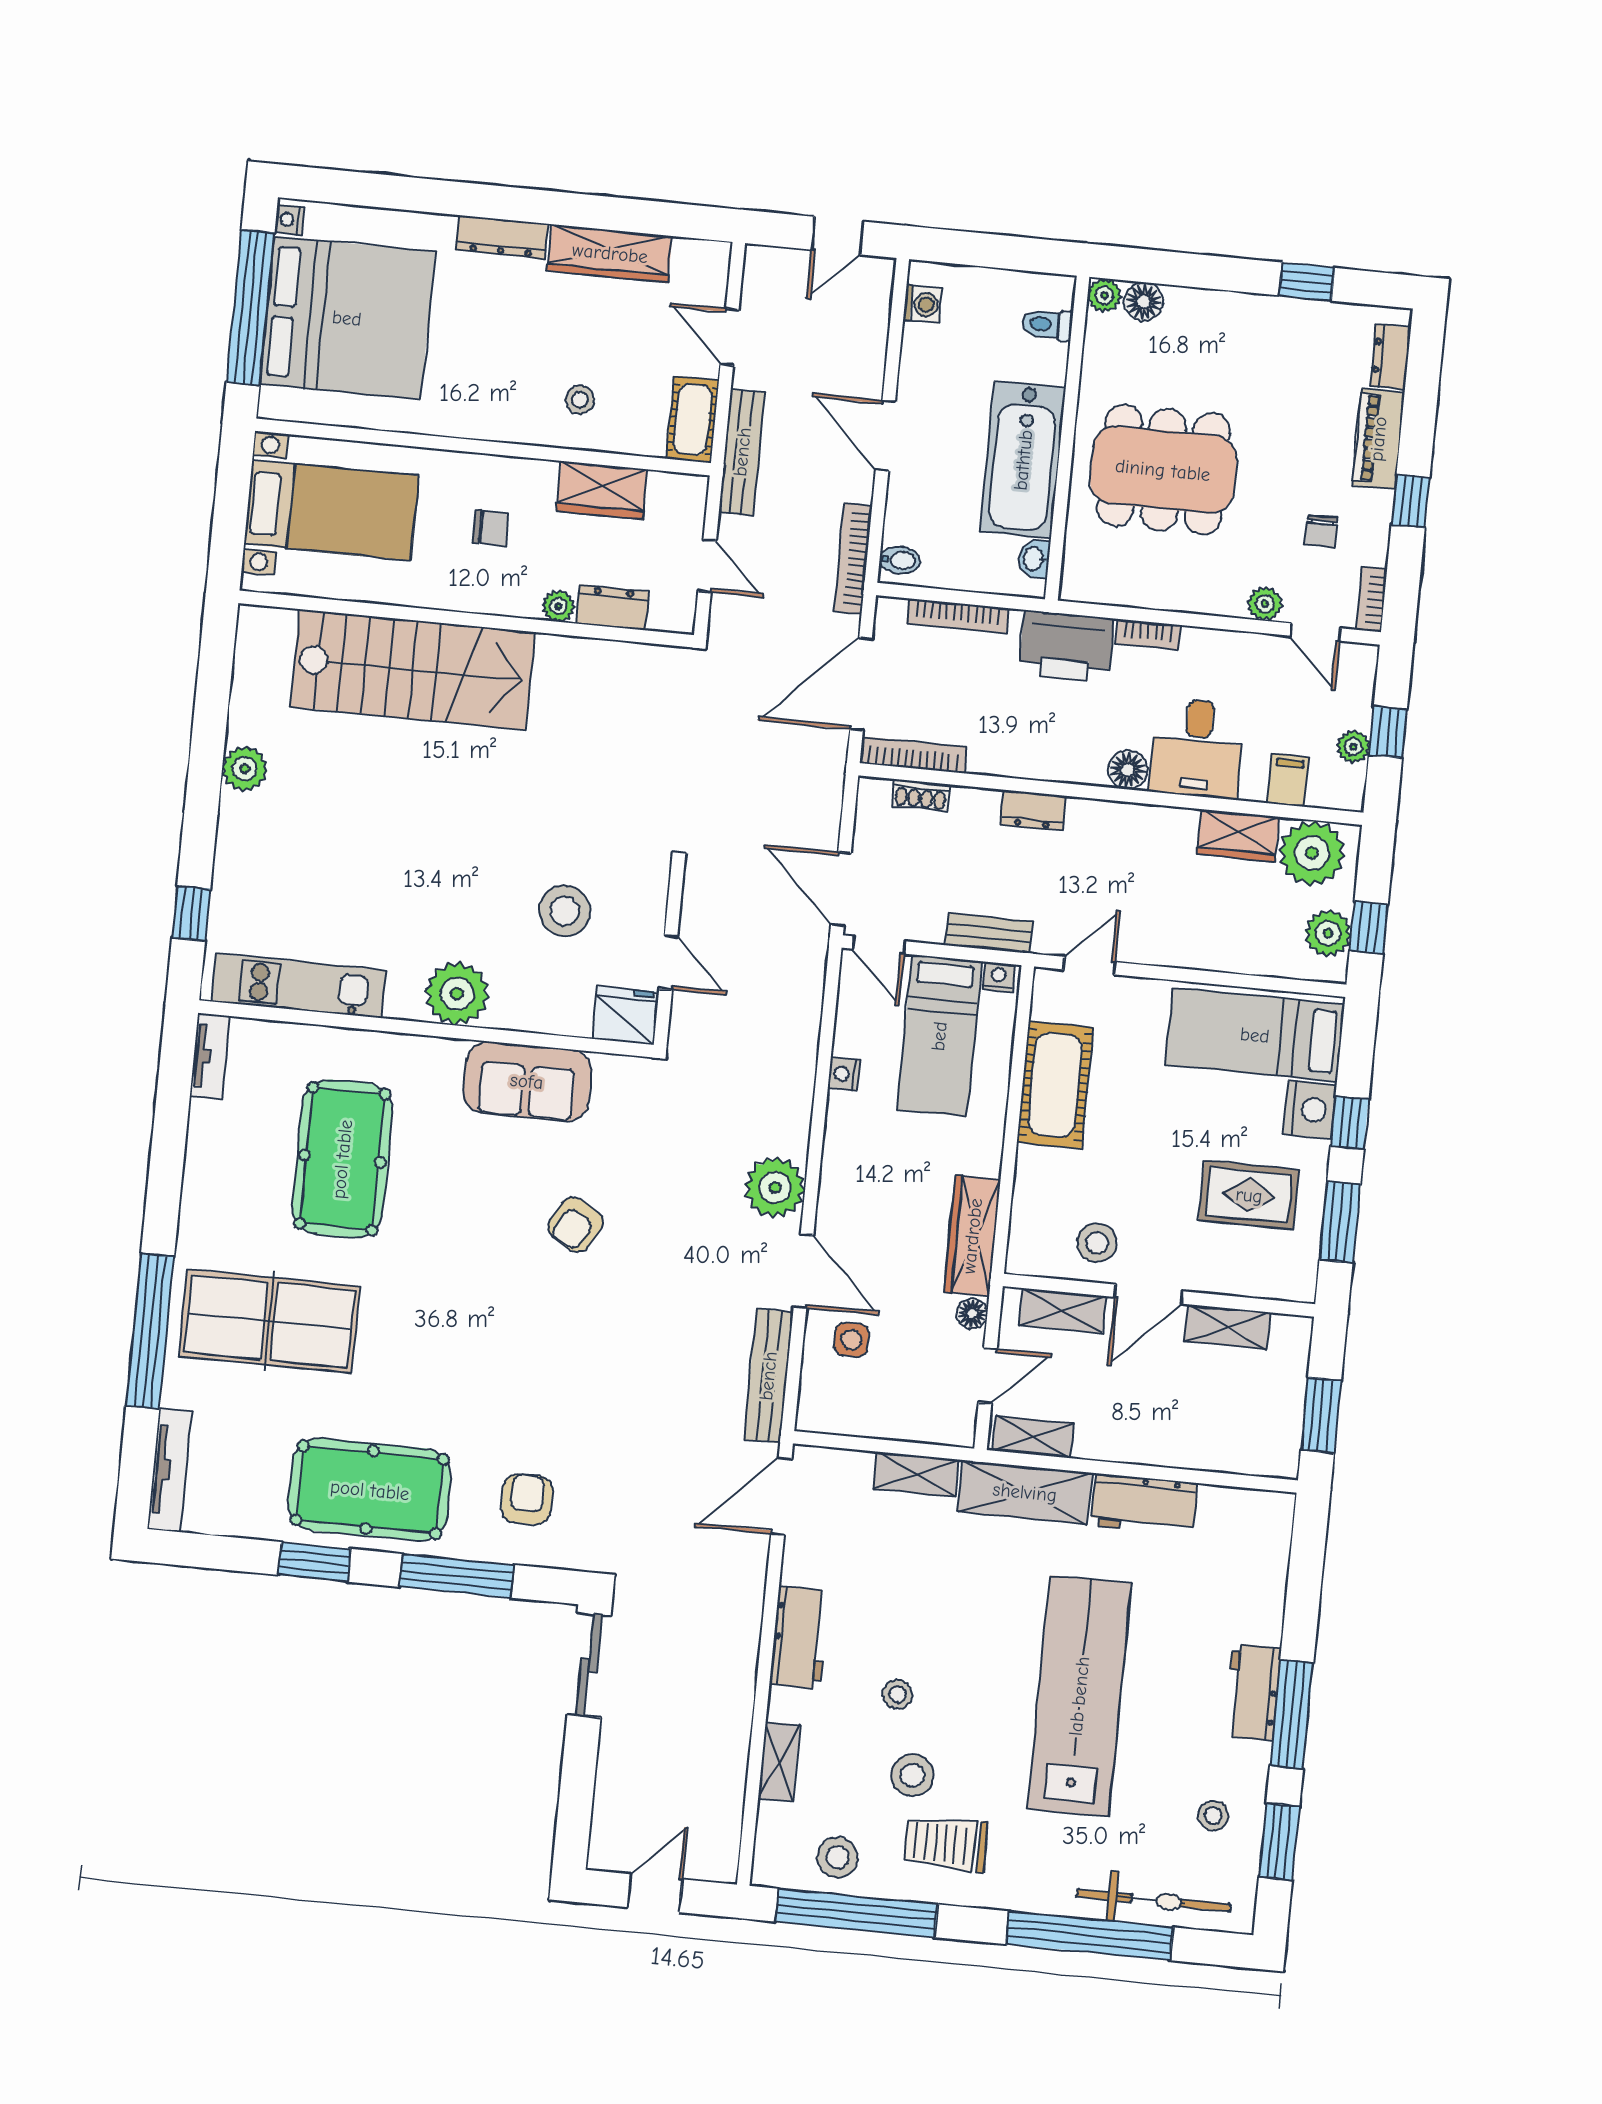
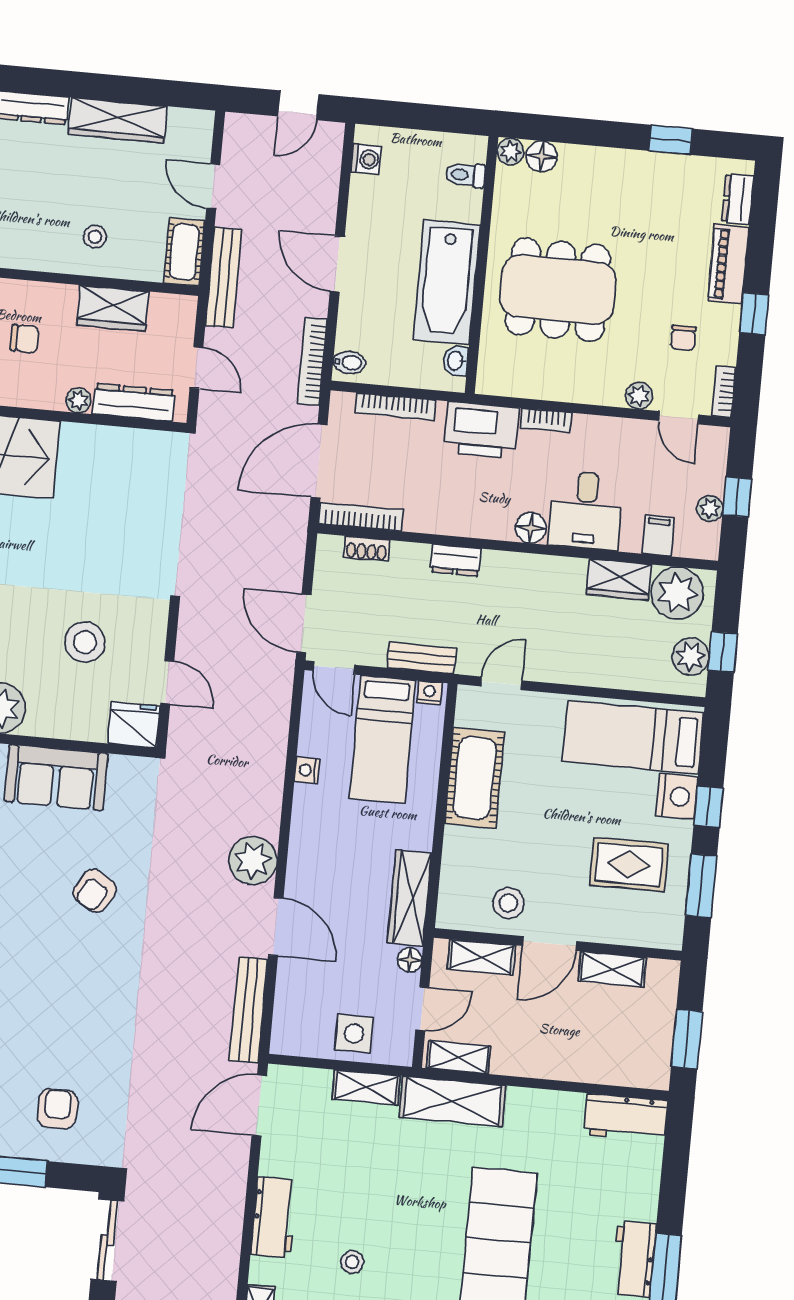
dresser: (612, 607) -> (134, 402), width x1.44
side table: (851, 1340) -> (354, 1033), moved, width x1.37, depth x1.37
workbench: (1144, 1504) -> (626, 1118), moved

